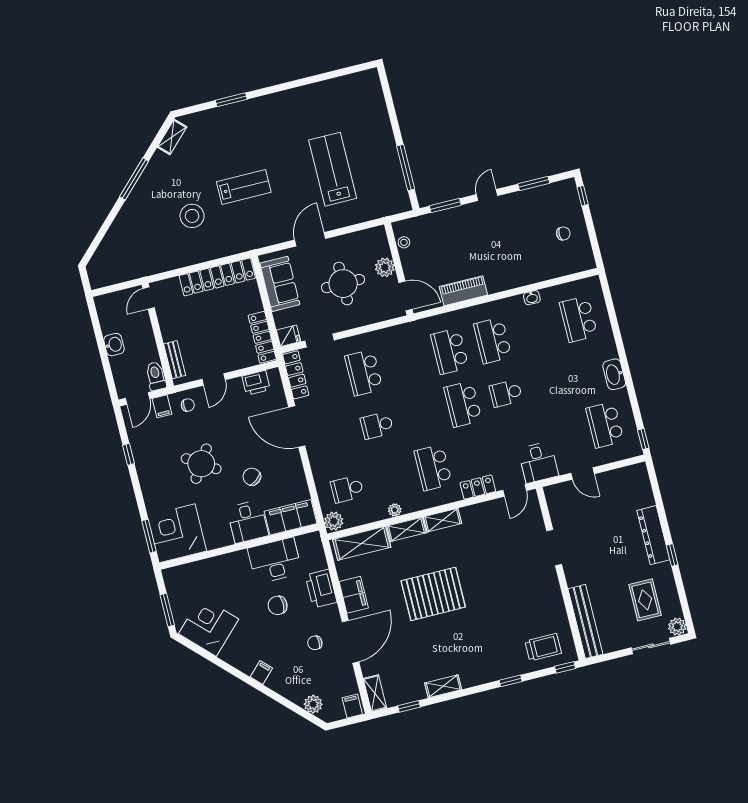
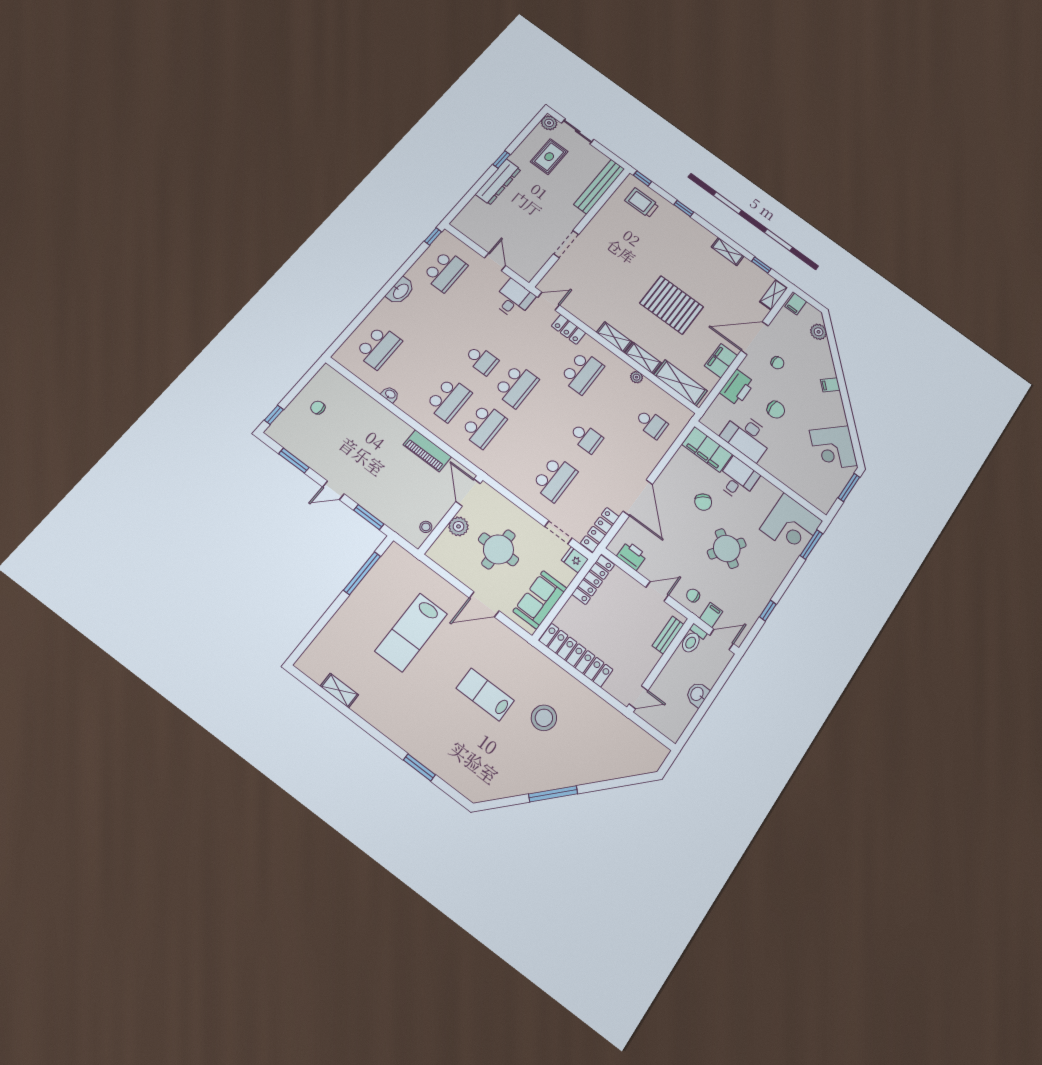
shelving: (172, 137) -> (339, 690), moved, turned 45
plant: (334, 521) -> (682, 415), removed

